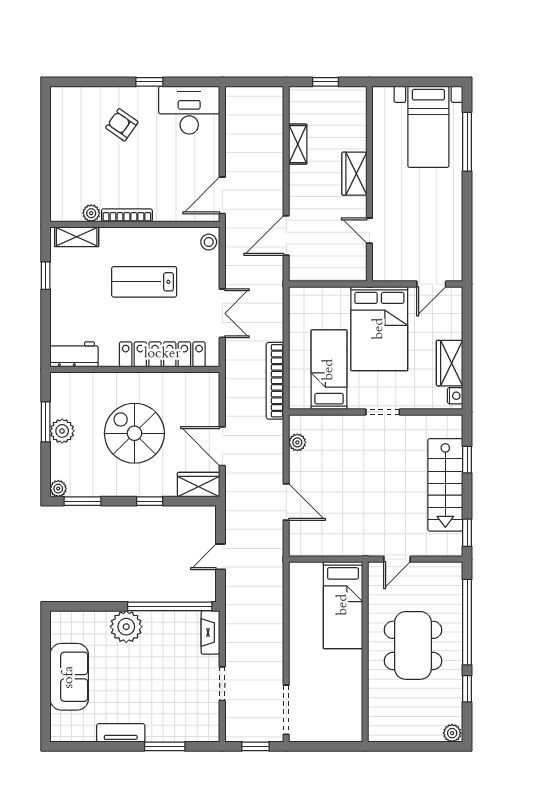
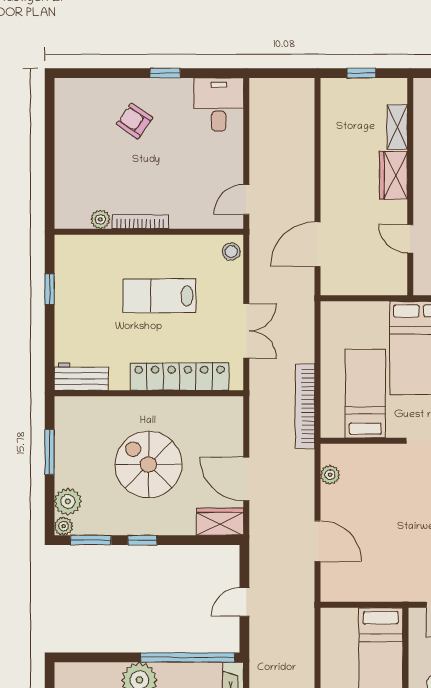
desk: (189, 110) -> (219, 105), width x0.73
shelving: (298, 144) -> (397, 127), moved
door: (222, 195) -> (246, 200), width x0.73
shelving: (77, 237) -> (84, 246), removed
plant: (62, 431) -> (68, 501), moved
window: (150, 501) -> (142, 540), moved

